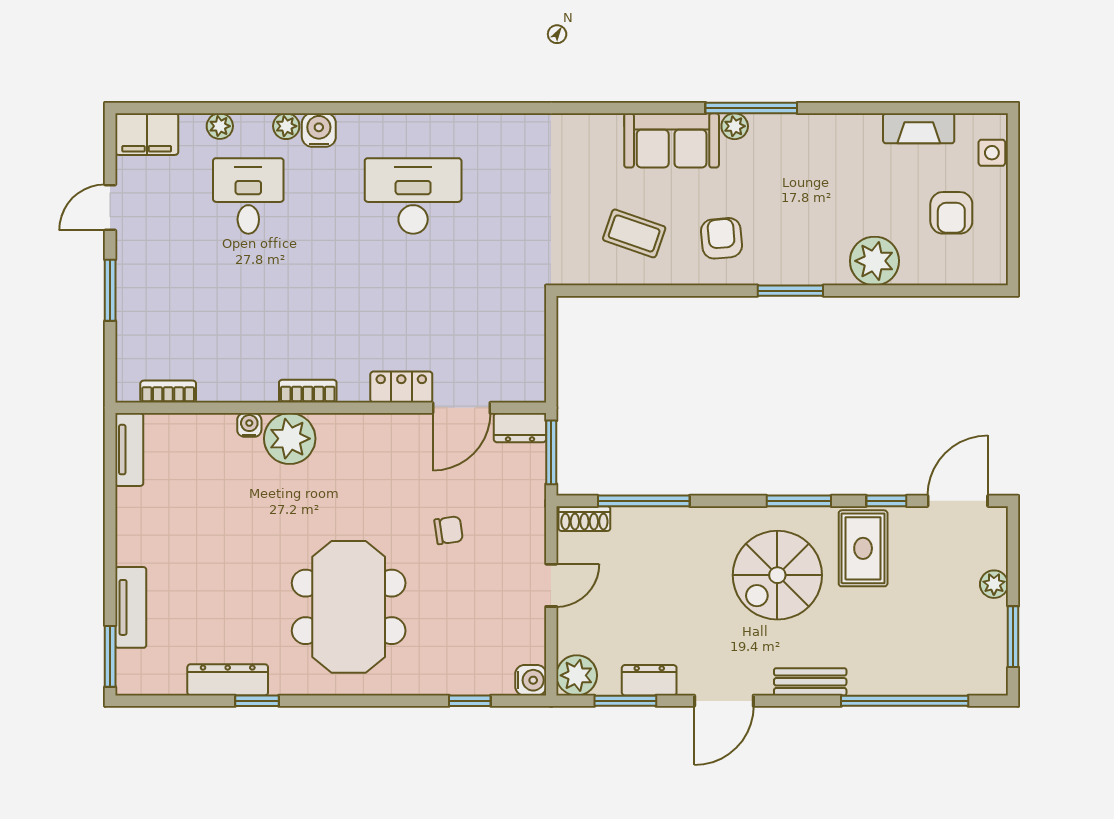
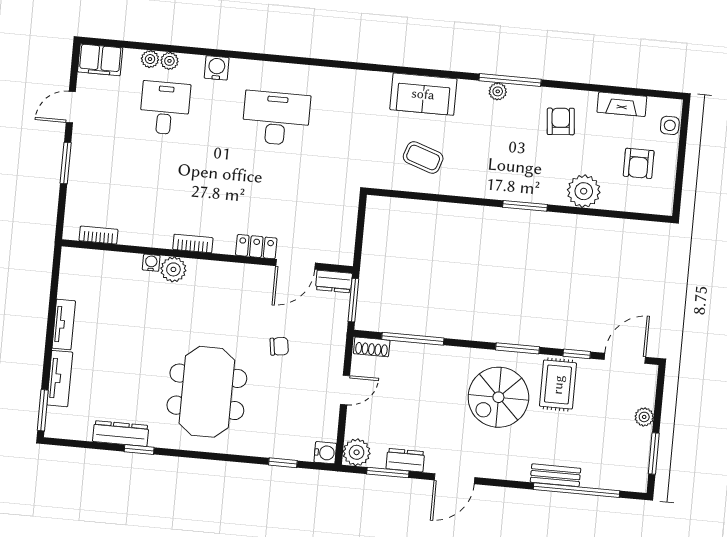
plant: (286, 126) -> (169, 61), moved
sofa: (672, 140) -> (423, 94), moved
armchair: (721, 238) -> (561, 121), moved
plant: (290, 439) -> (173, 269), width x0.73, depth x0.73
tv unit: (129, 450) -> (64, 324), moved
bench: (810, 682) -> (555, 475), moved

